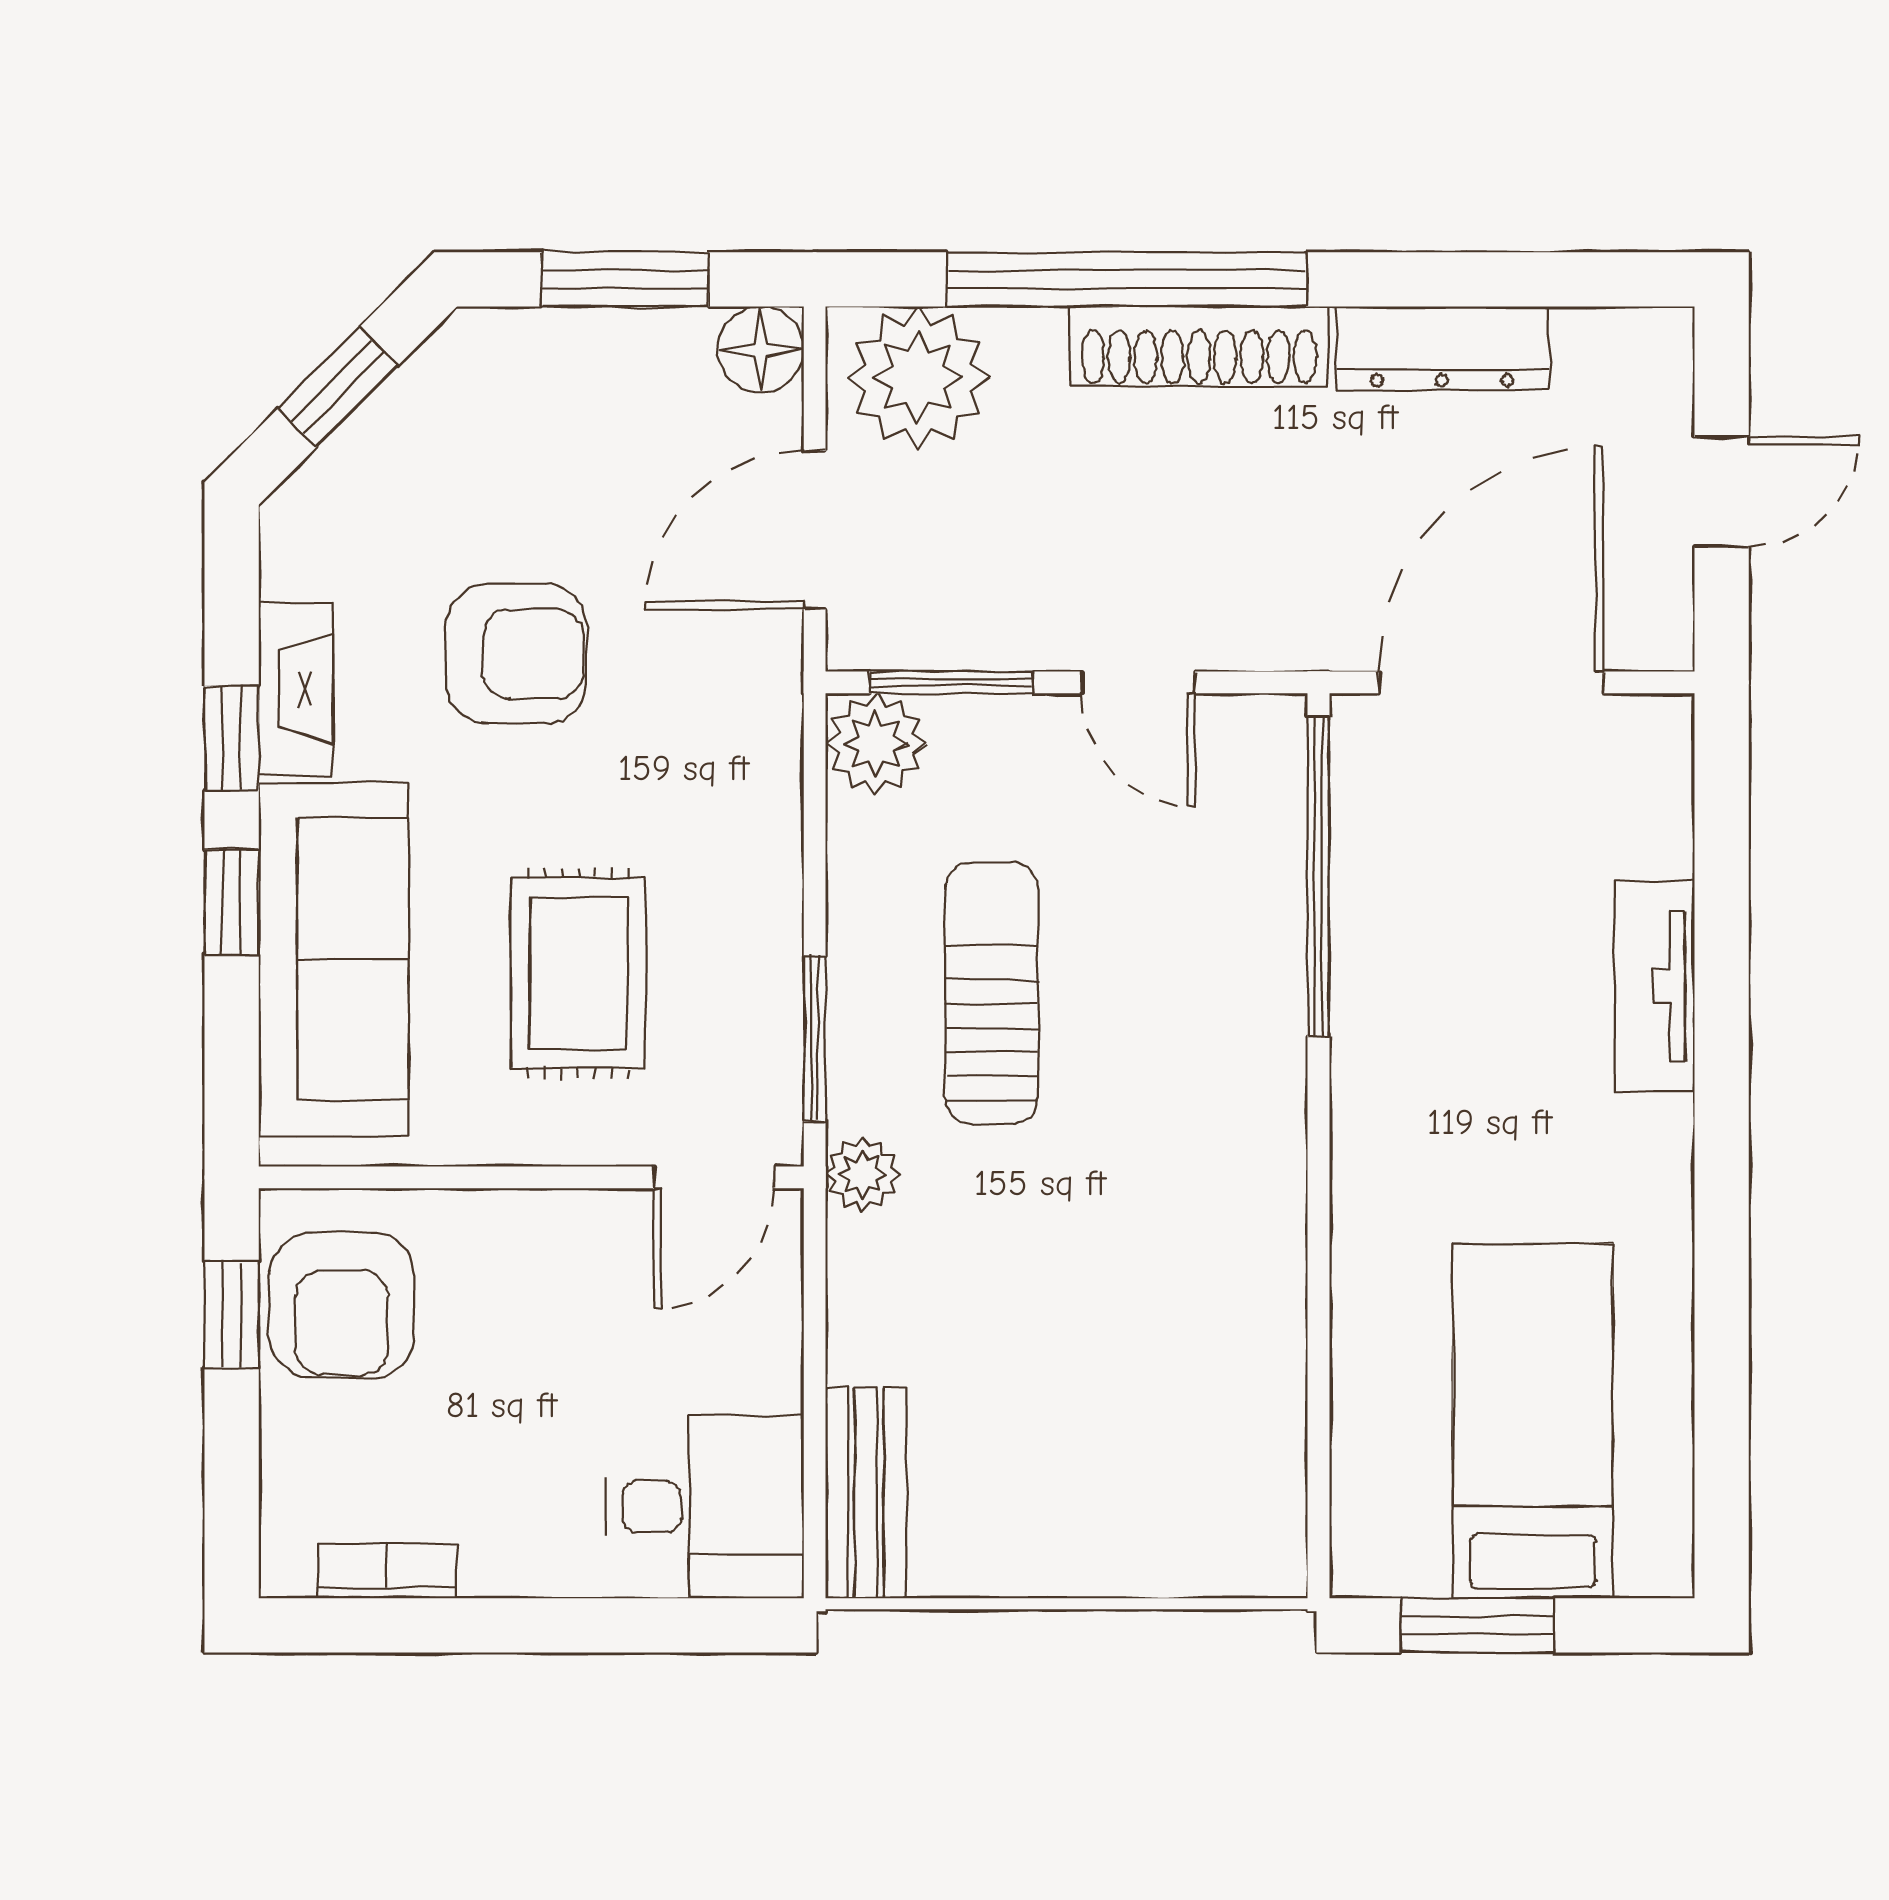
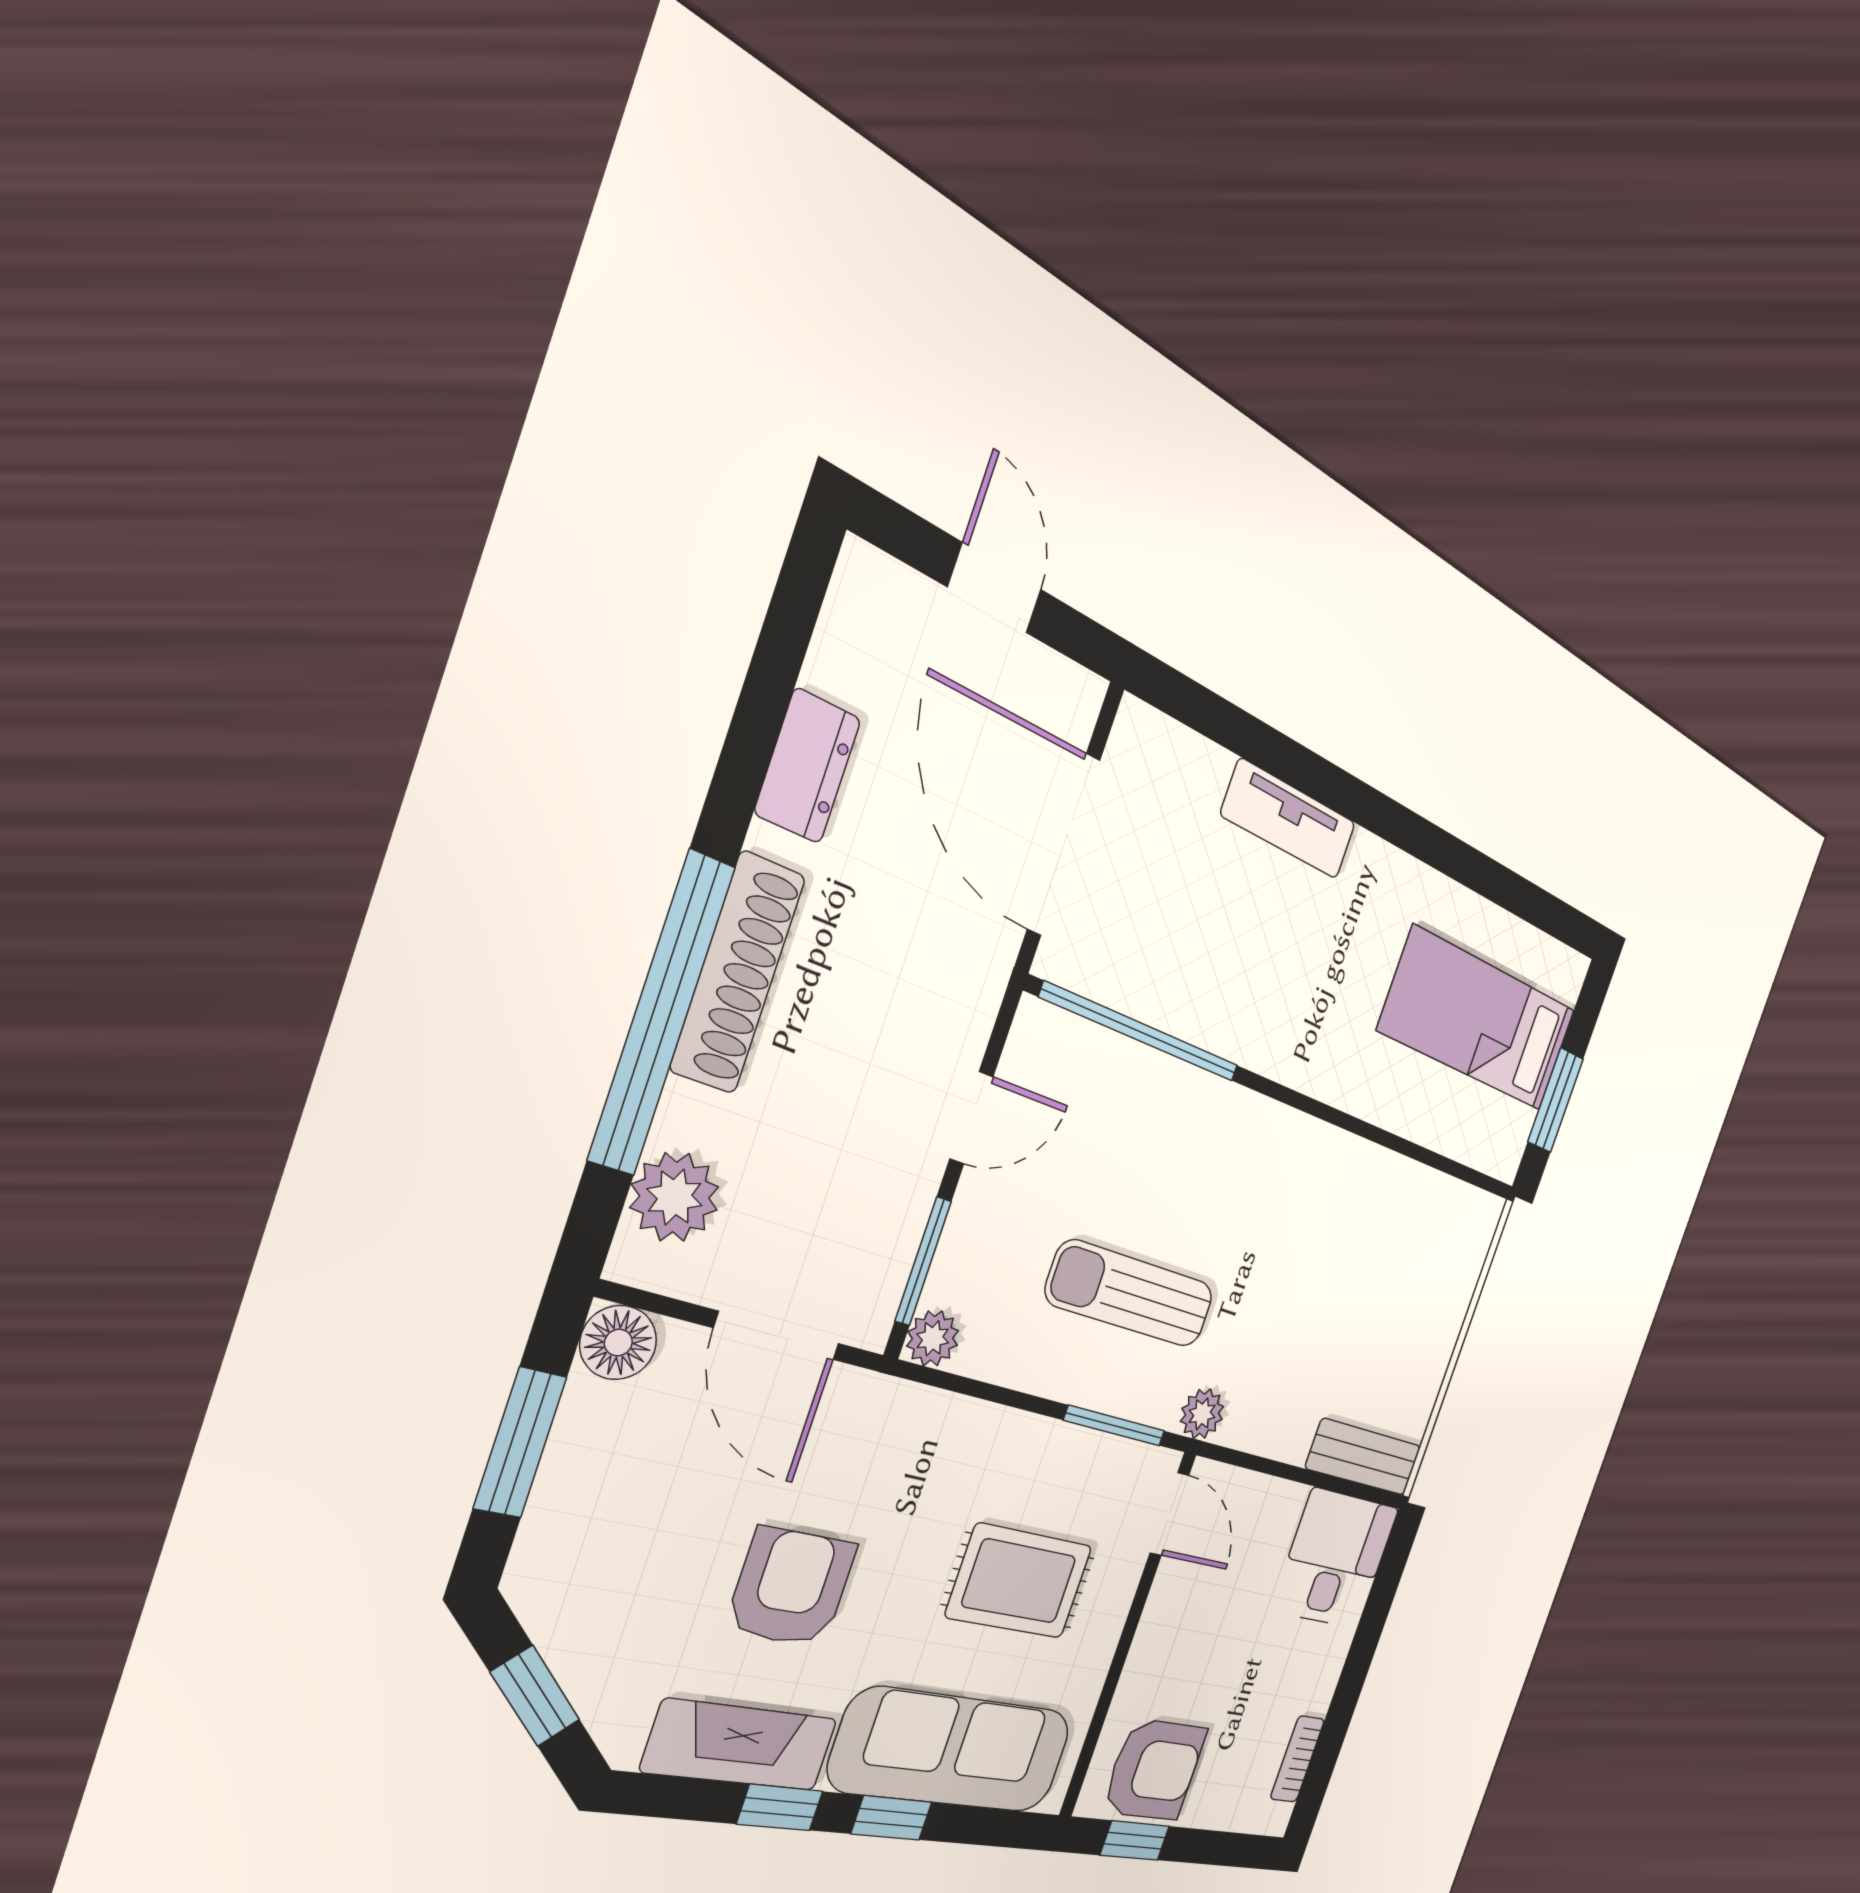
dresser: (1442, 348) -> (808, 766), width x0.70
plant: (918, 378) -> (675, 1197), width x0.73, depth x0.73
fireplace: (296, 689) -> (740, 1745), width x1.37, depth x1.32
plant: (876, 744) -> (933, 1338), width x0.73, depth x0.73

